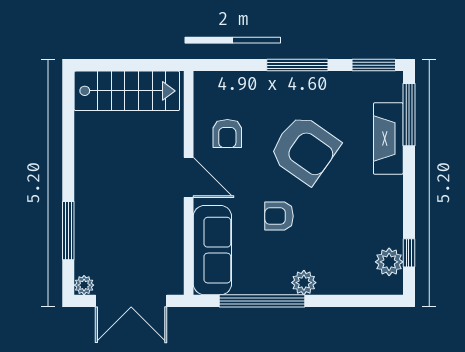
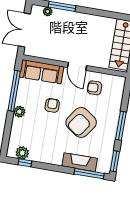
door: (189, 178) -> (77, 66), hinge flipped
plant: (84, 285) -> (48, 11), moved

